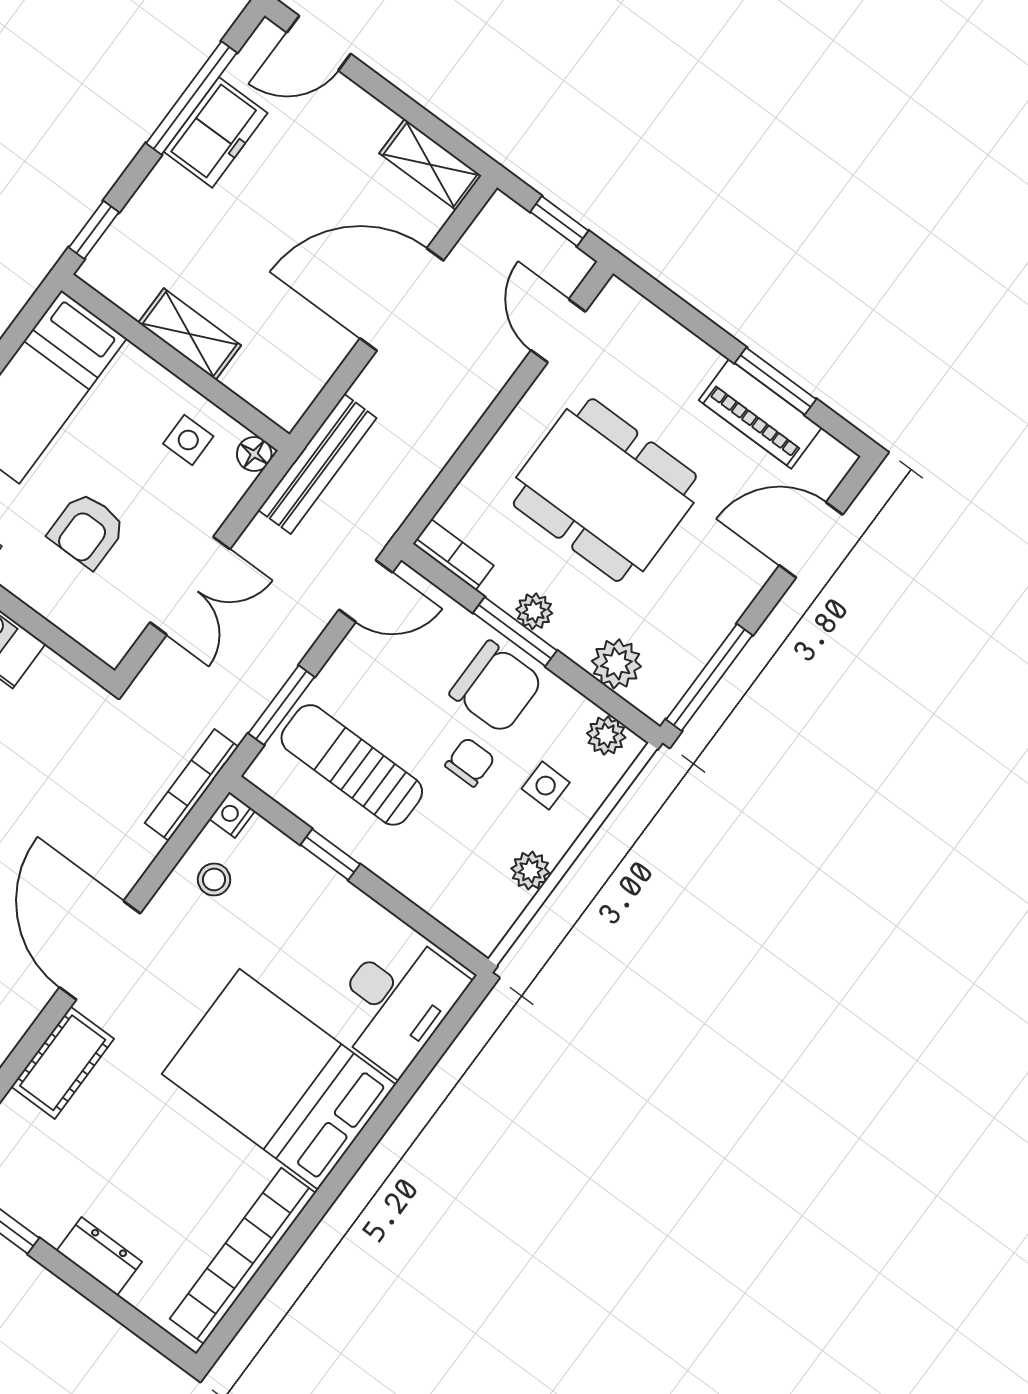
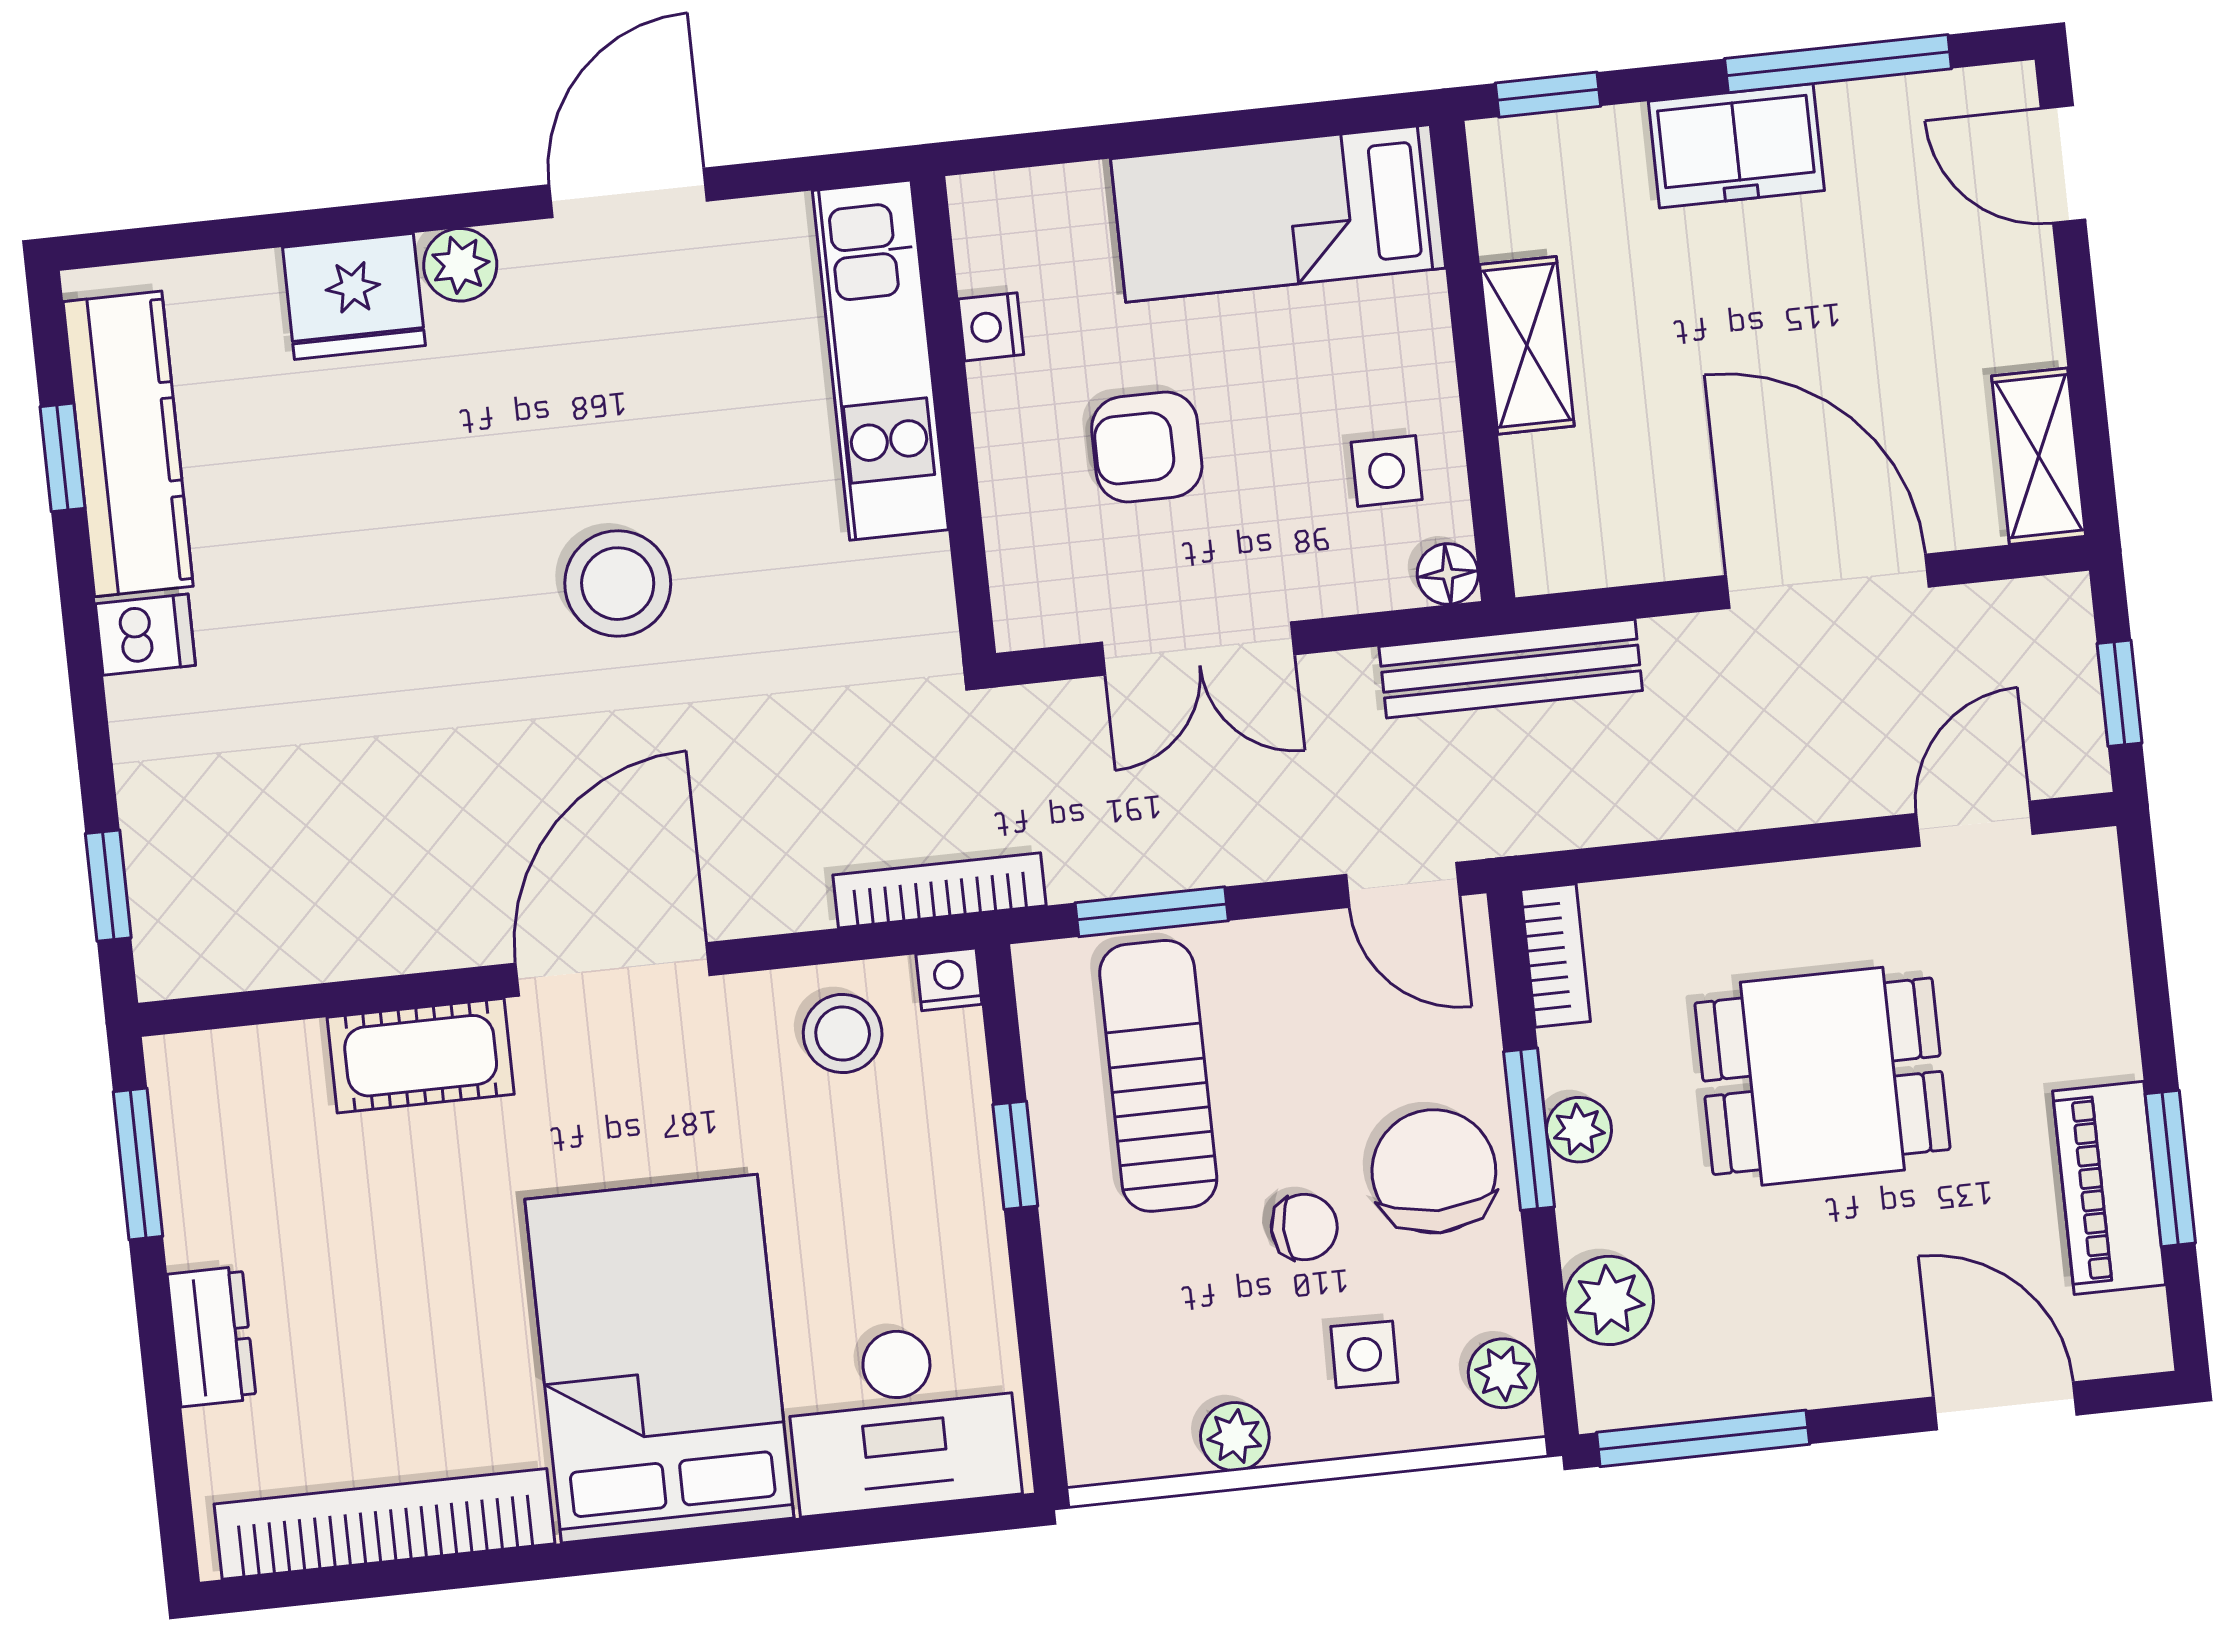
freezer: (216, 132) -> (1736, 146), moved
dining table: (605, 490) -> (1822, 1076), width x0.73
chair: (496, 687) -> (1434, 1171), turned 180
stool: (214, 880) -> (843, 1033), width x1.37, depth x1.37

